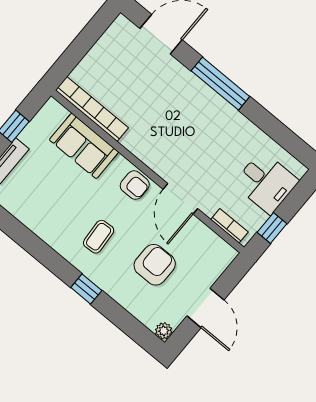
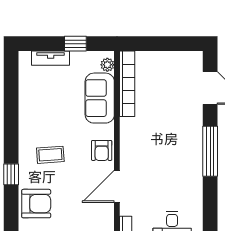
plant: (59, 113) -> (107, 65), added
armchair: (155, 265) -> (36, 204), moved

